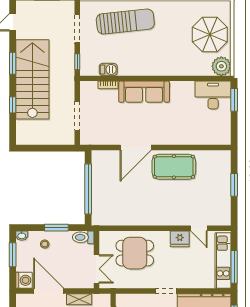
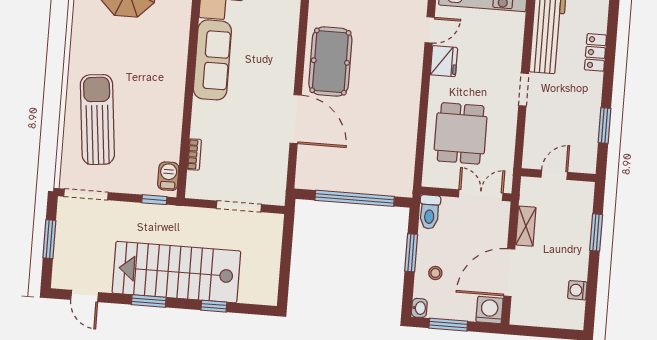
doorway: (77, 29) -> (86, 194), moved
barbecue: (108, 69) -> (168, 176), moved
sofa: (144, 92) -> (212, 60), moved

